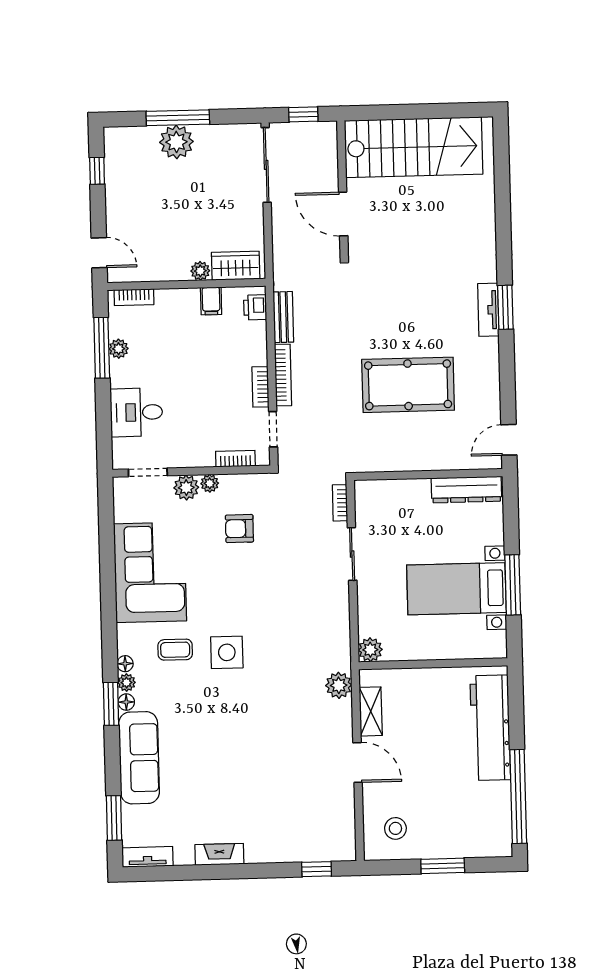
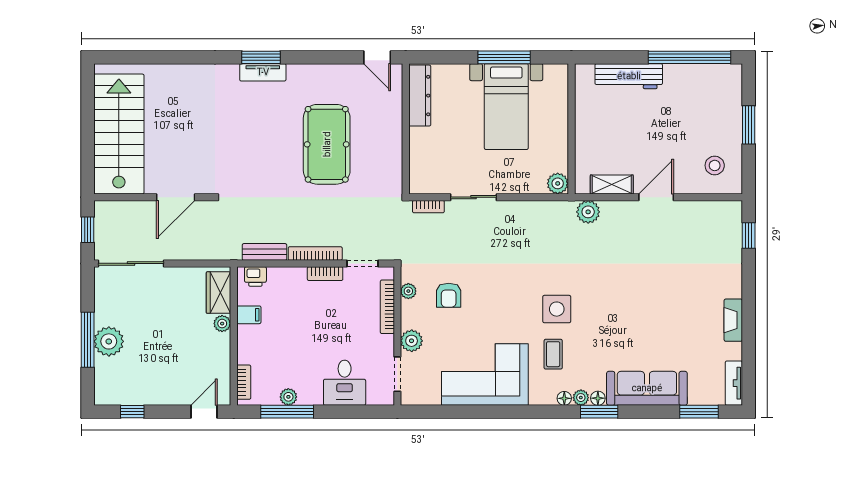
bookcase: (235, 459) -> (387, 307), width x1.56
plant: (210, 483) -> (408, 291), moved
workbench: (490, 728) -> (629, 76), width x0.73, depth x0.76

